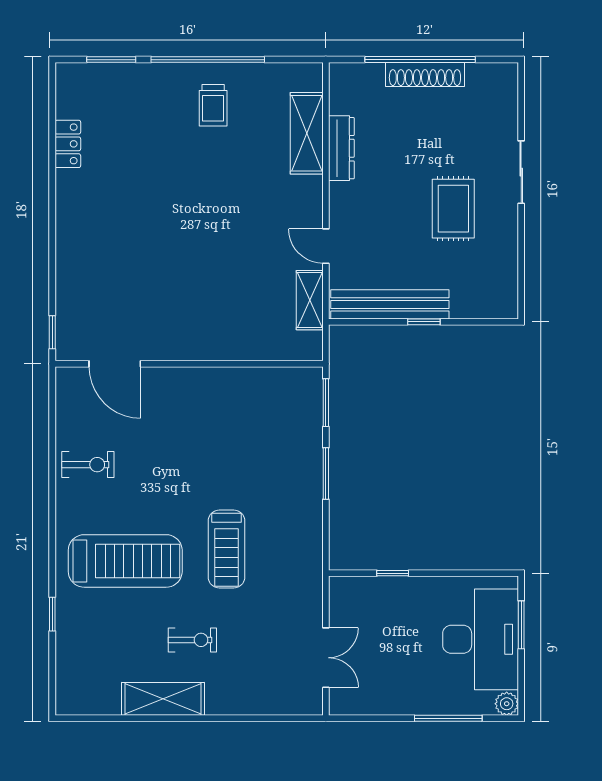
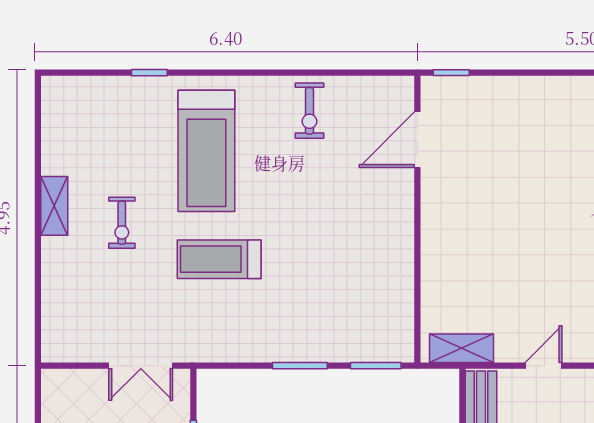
shelving: (310, 300) -> (462, 348), moved
double door: (326, 658) -> (141, 366), moved
shelving: (163, 699) -> (54, 206), width x0.67, depth x0.75

